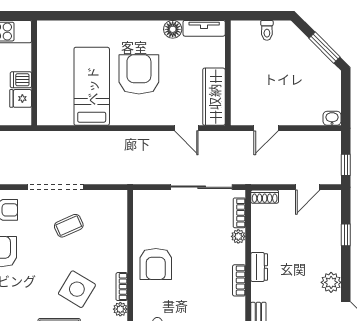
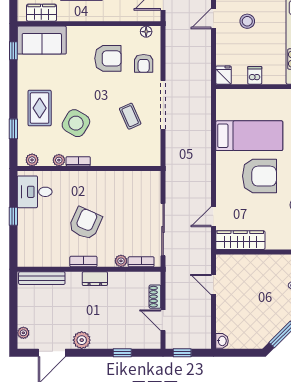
fridge: (21, 98) -> (223, 75), moved
shoe rack: (265, 197) -> (155, 297), moved
armchair: (156, 264) -> (85, 223), moved, turned 114

